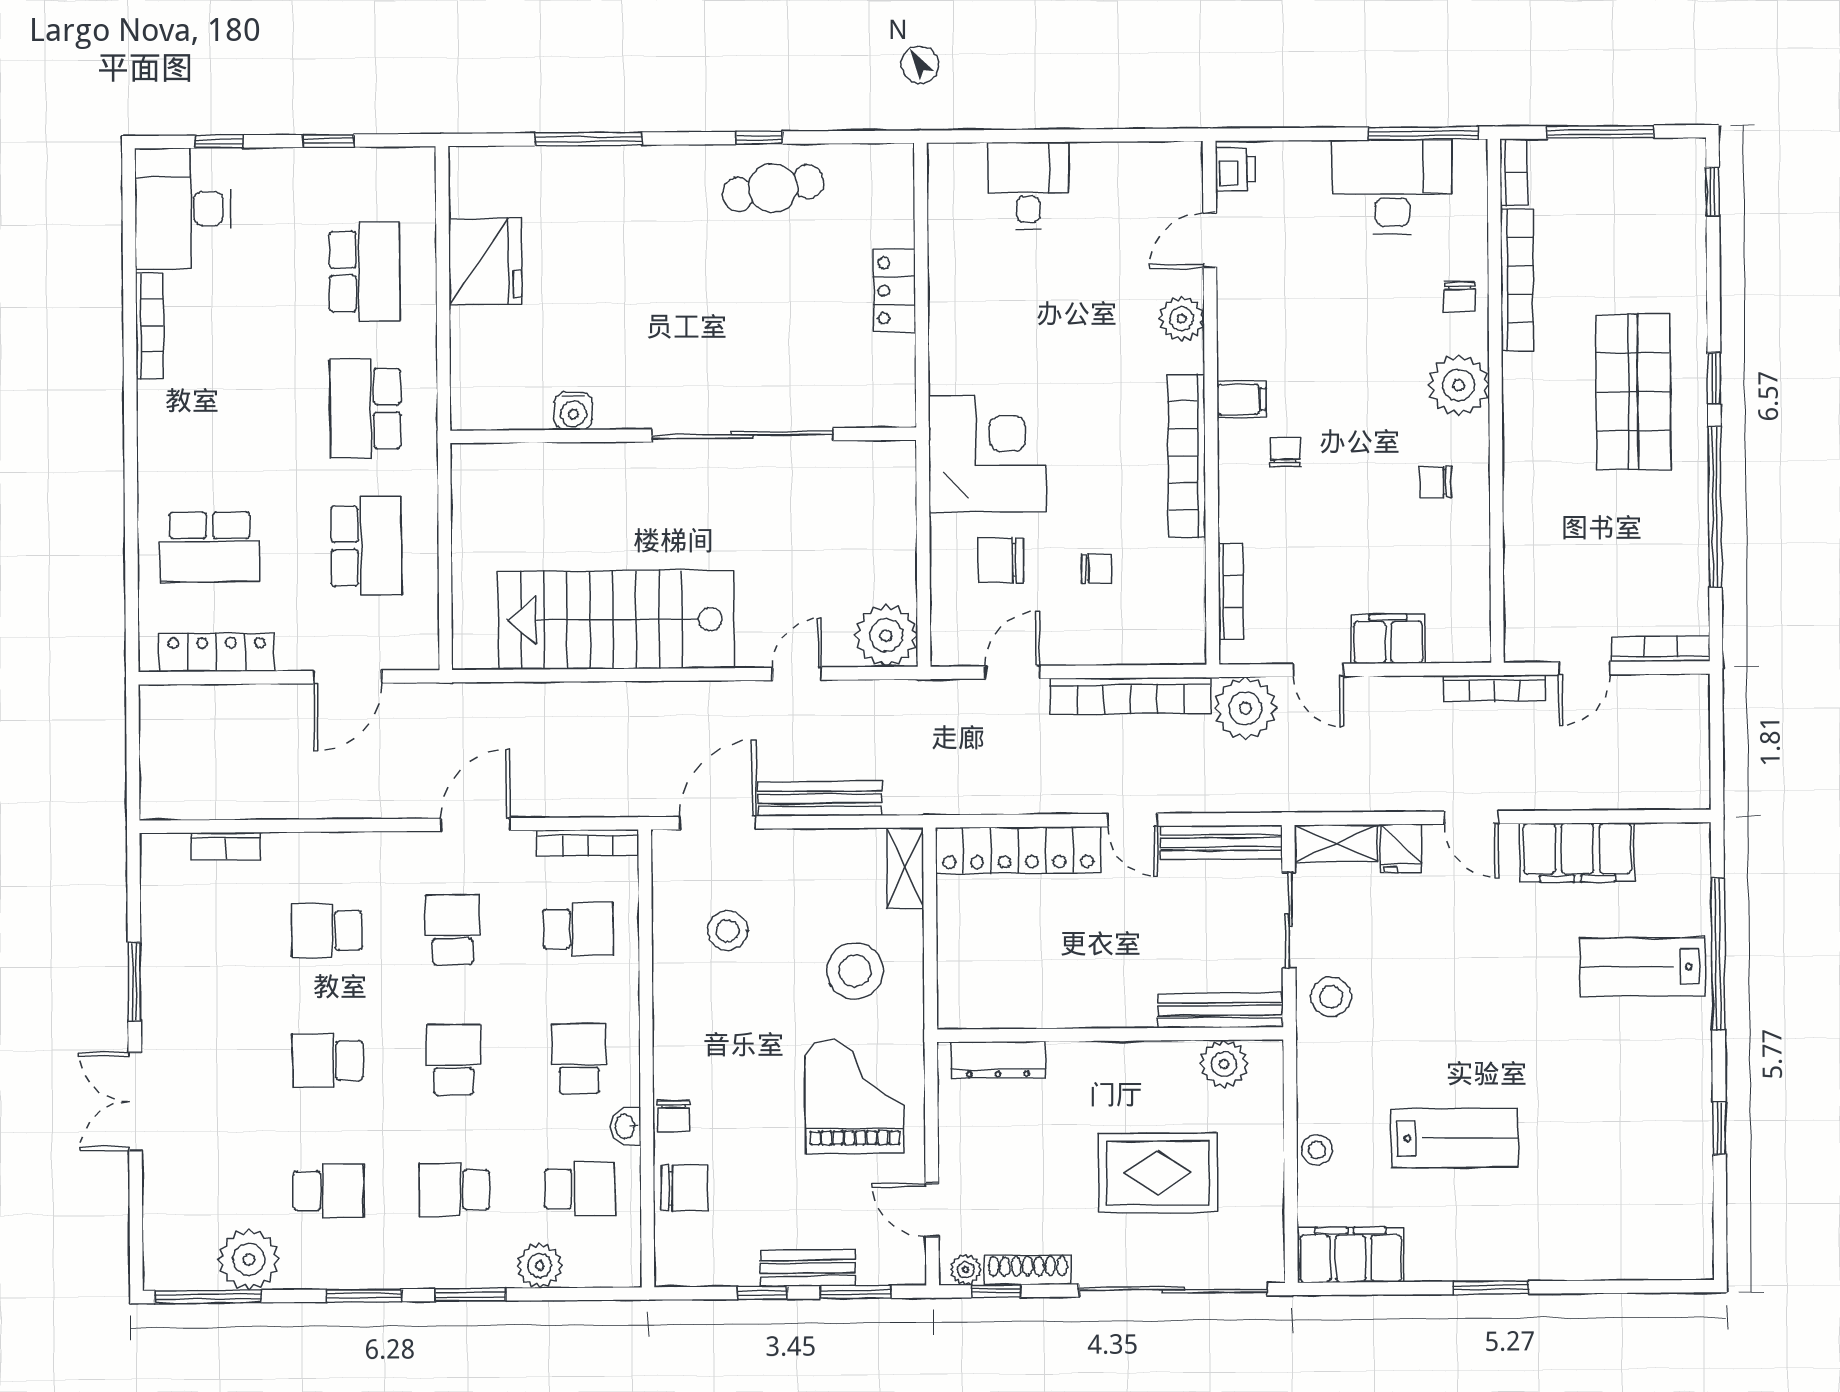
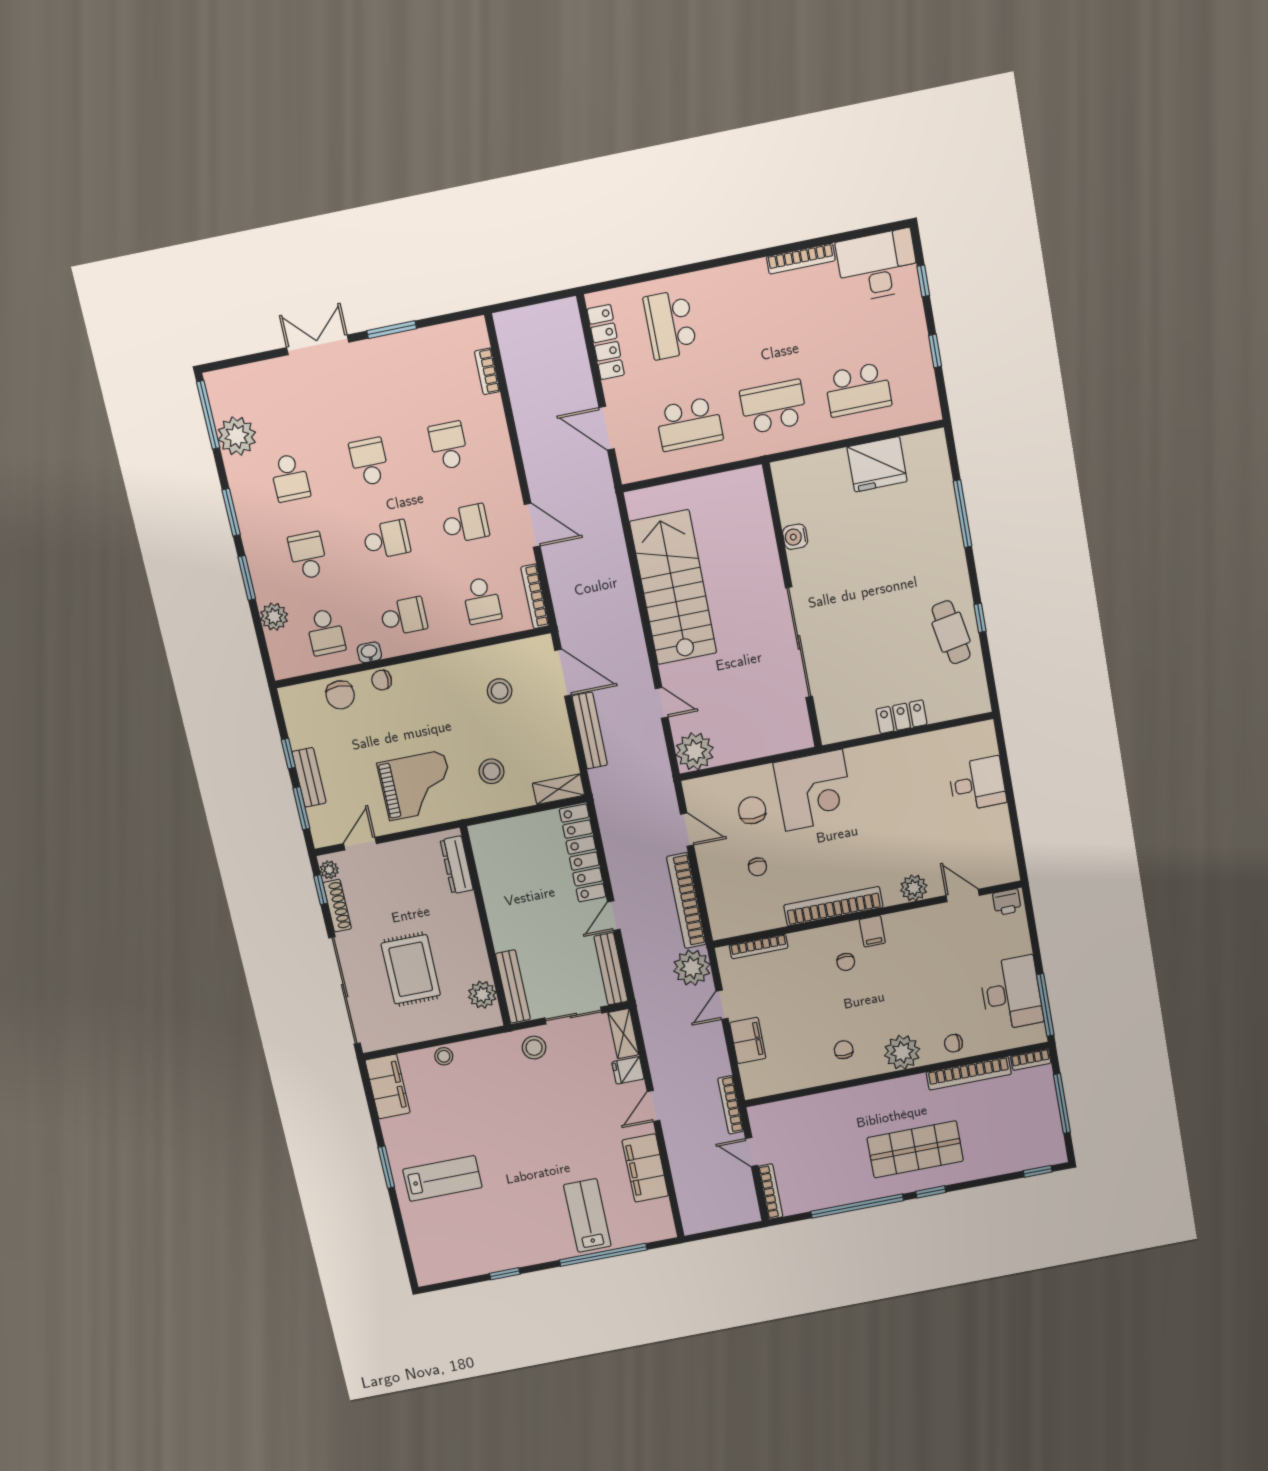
chair: (1285, 452) -> (846, 962), turned 90
stool: (855, 971) -> (492, 771), width x0.73, depth x0.73
lab bench: (1454, 1138) -> (442, 1178), moved, turned -90

